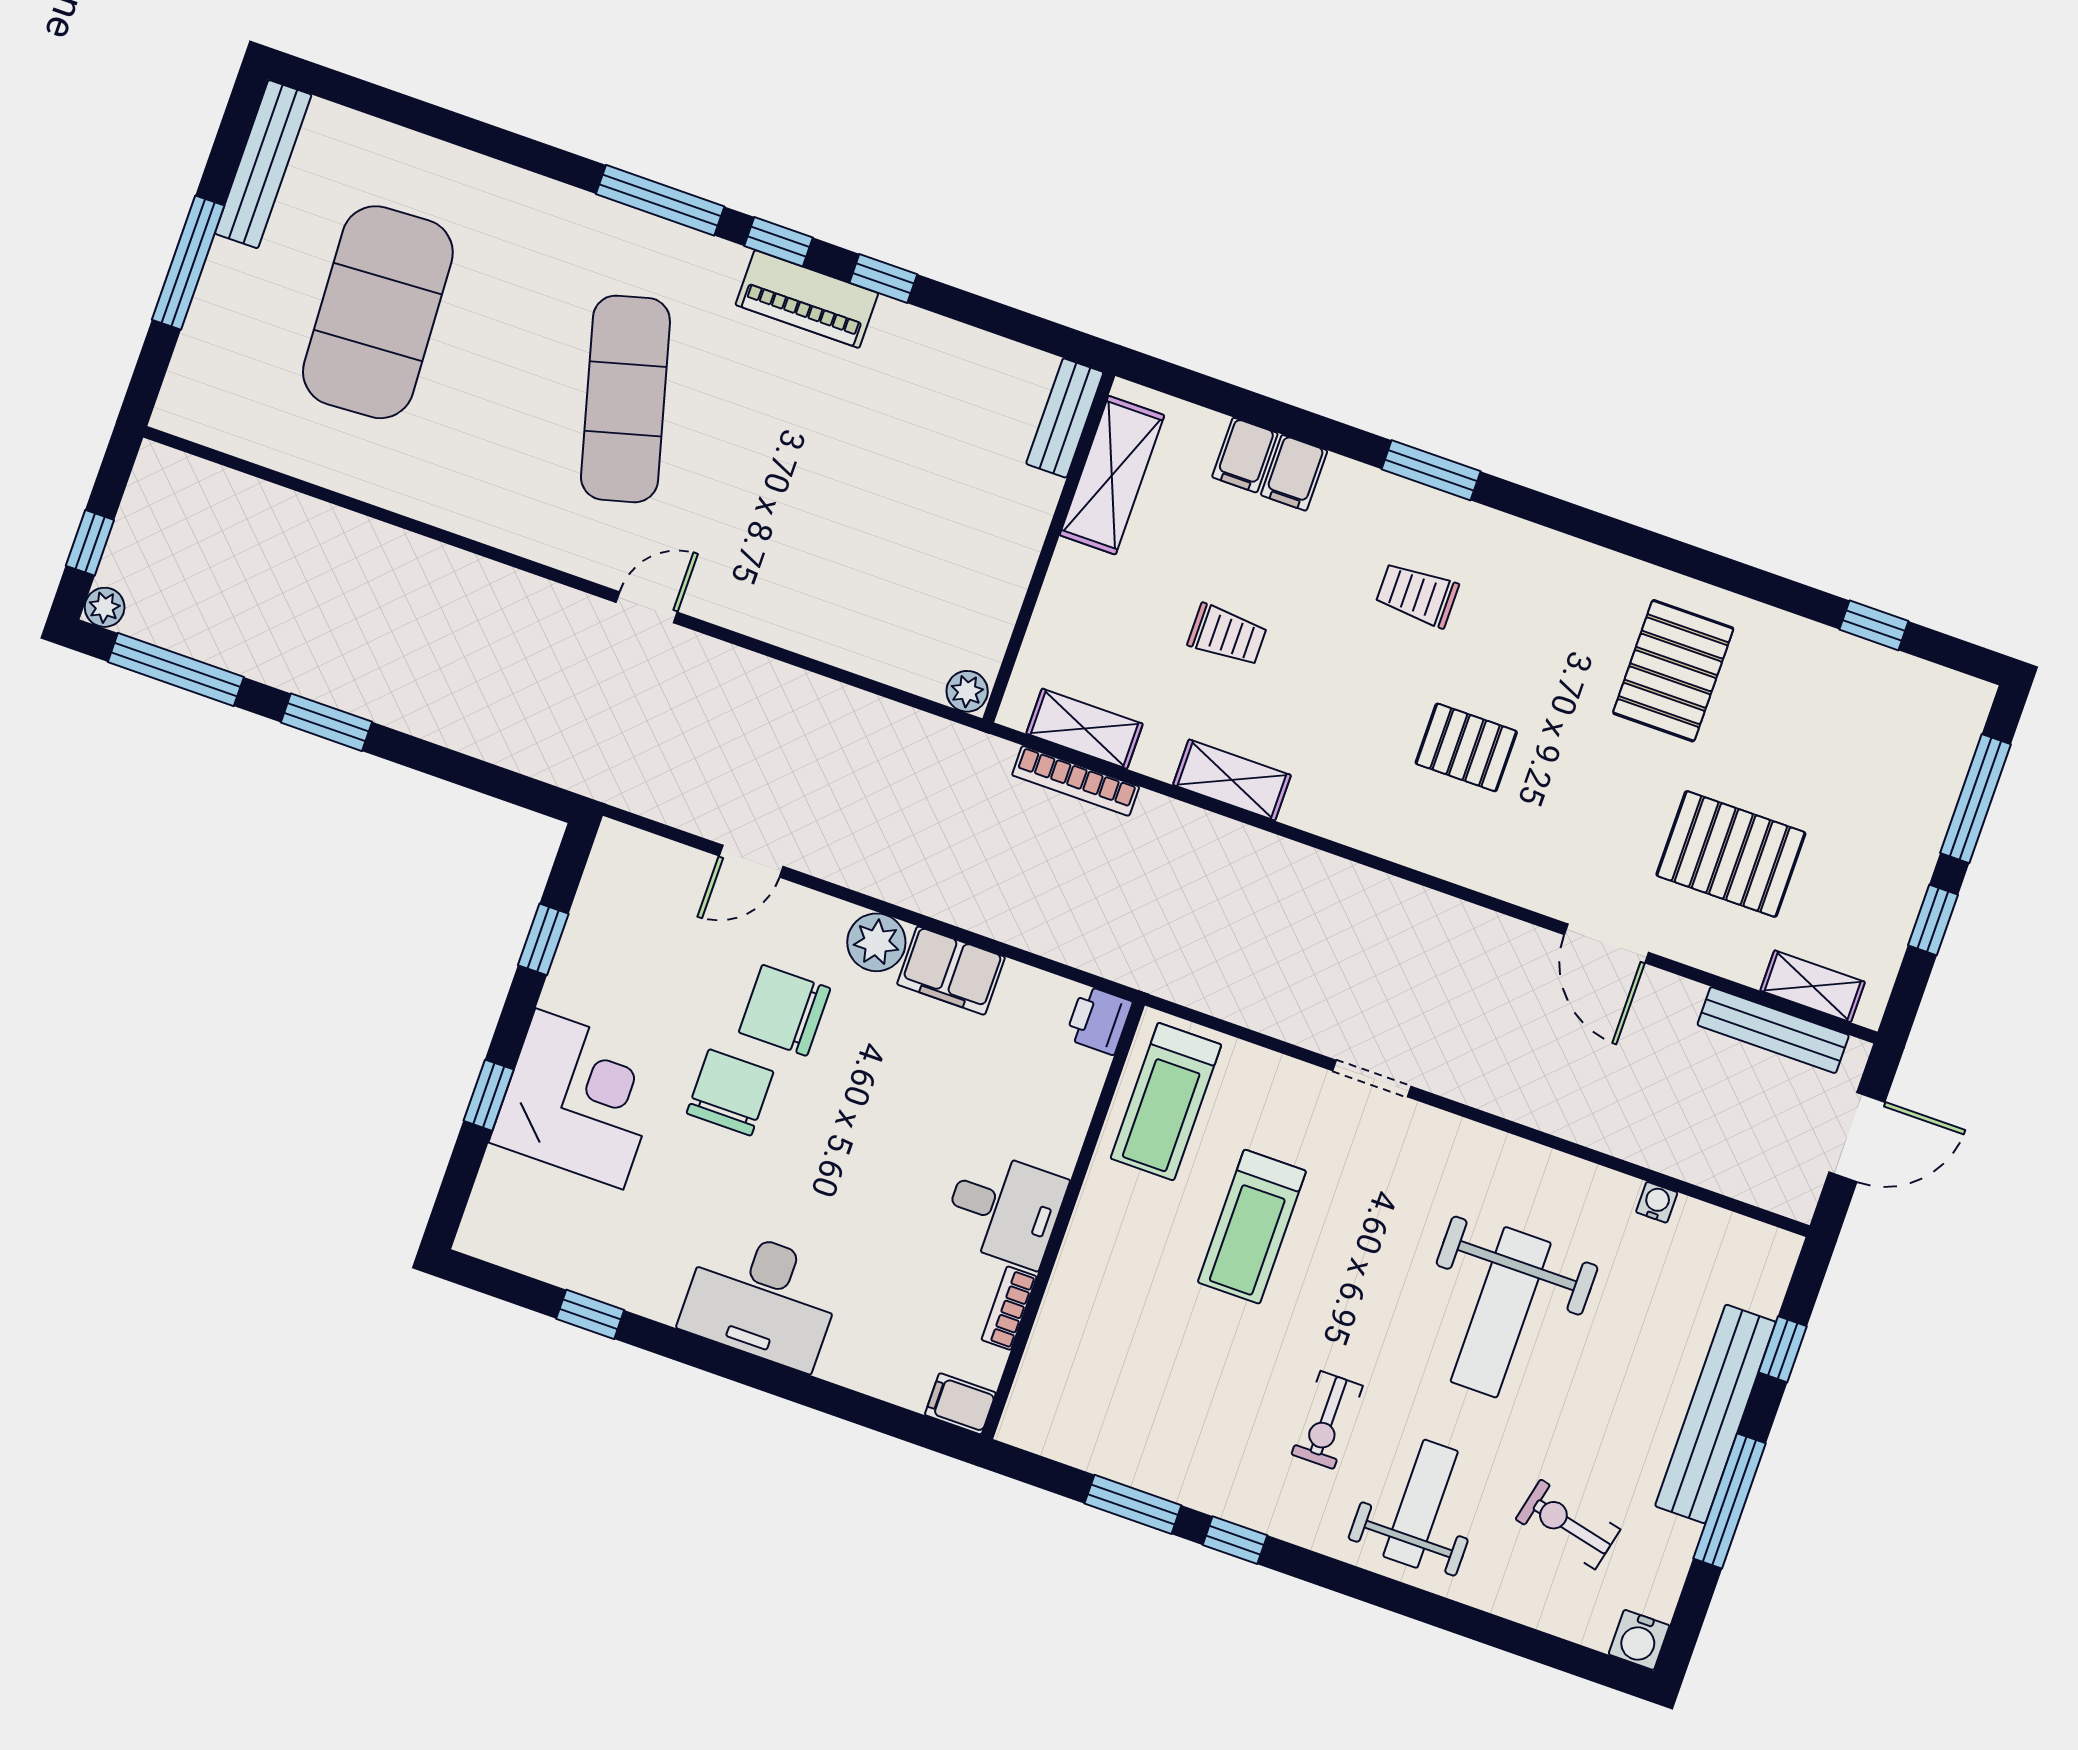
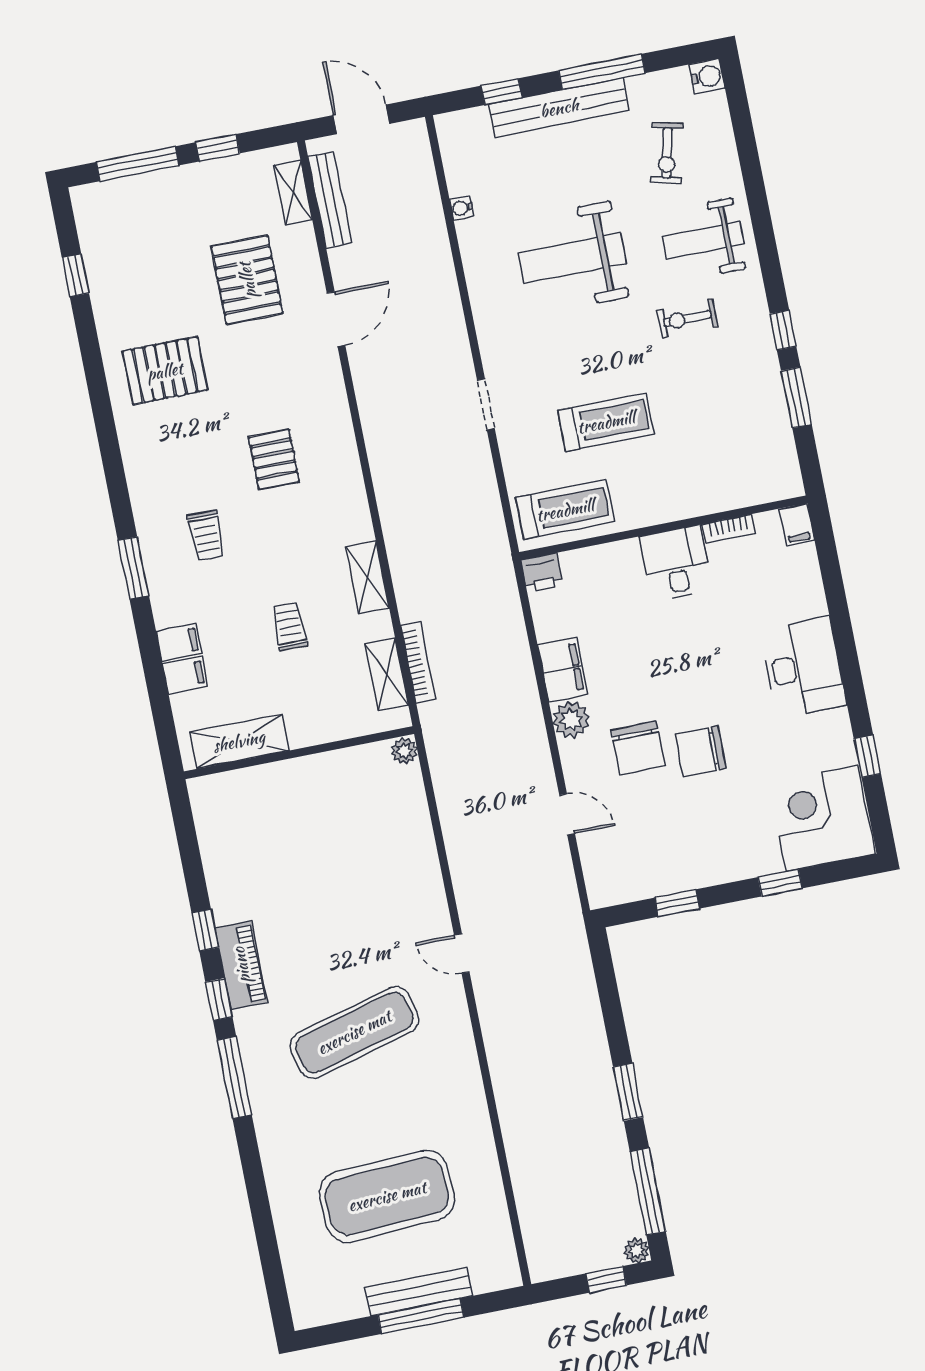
bench: (263, 164) -> (419, 1292), moved
bench: (1065, 418) -> (223, 786), removed
corner desk: (579, 1099) -> (822, 818), moved
weight bench: (1501, 1312) -> (572, 258), turned 180
exercise bike: (1327, 1420) -> (687, 318), turned 180

